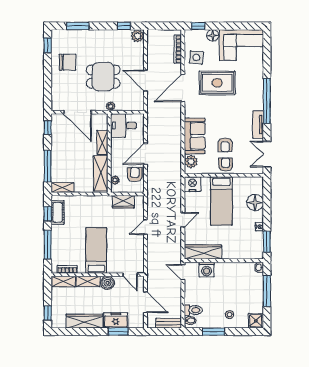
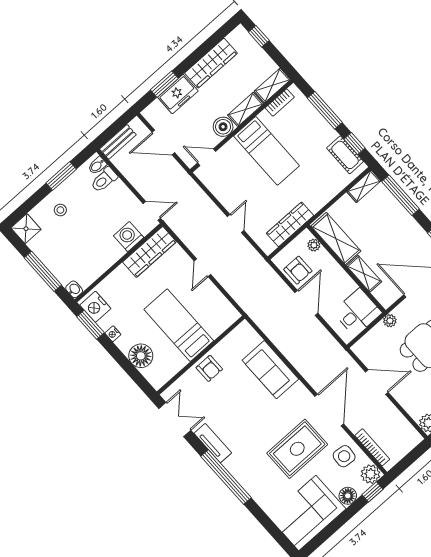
armchair: (225, 145) -> (229, 389), removed
plant: (191, 161) -> (370, 474), moved
nightstand: (192, 184) -> (95, 307), moved, turned 90
wardrobe: (123, 202) -> (290, 224), width x1.50

